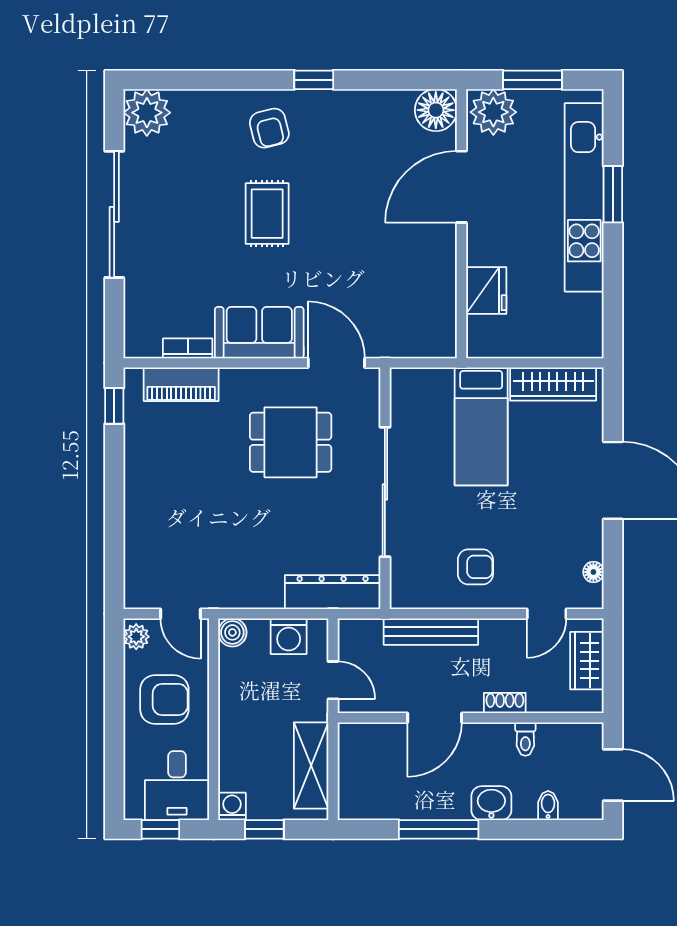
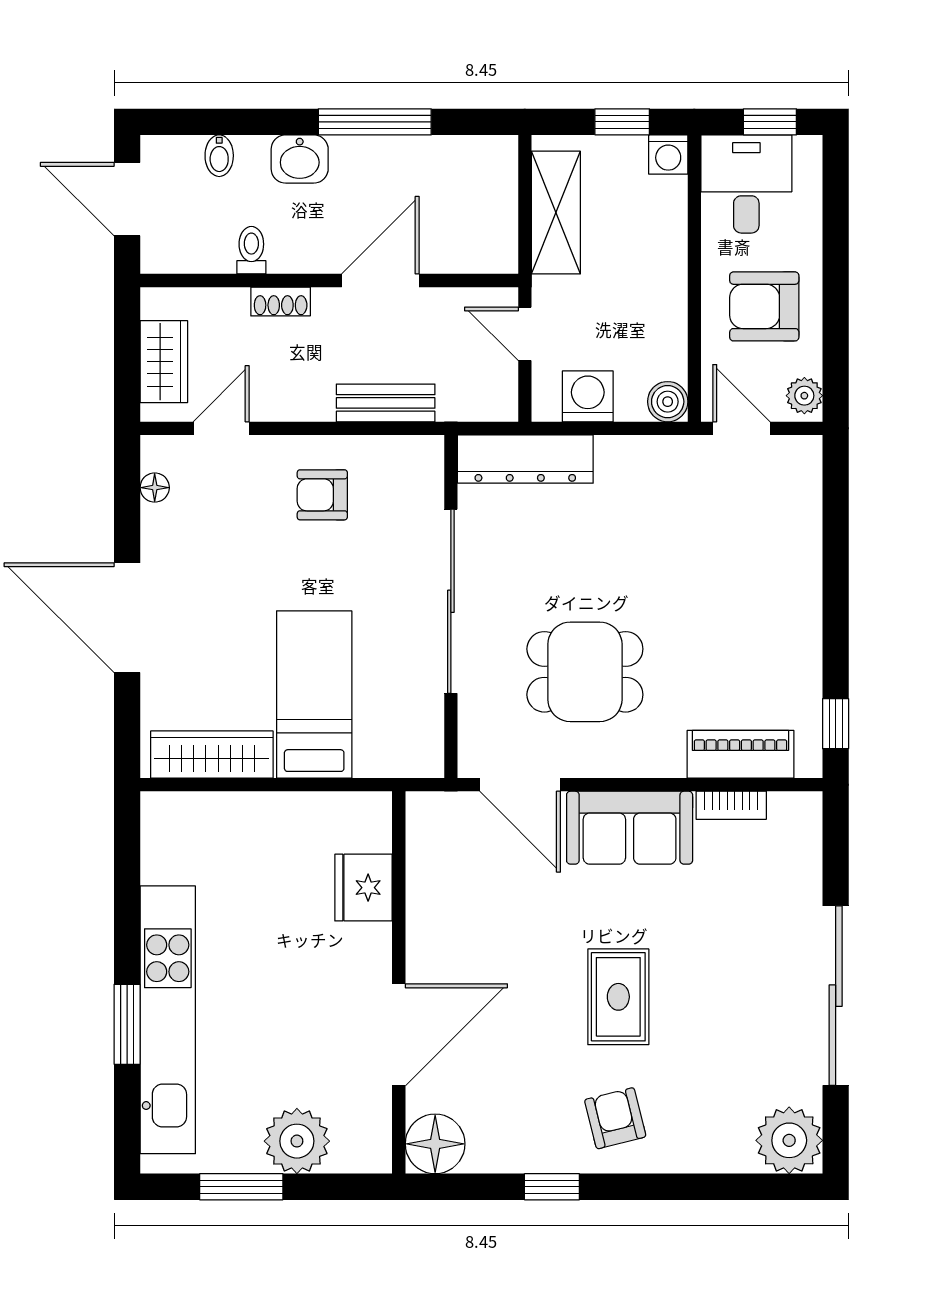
floor lamp: (436, 110) -> (435, 1144), moved
door: (461, 187) -> (399, 1035), moved
wall: (461, 224) -> (399, 982), moved
fridge: (486, 290) -> (364, 888), moved
bench: (431, 632) -> (386, 403), width x0.73

